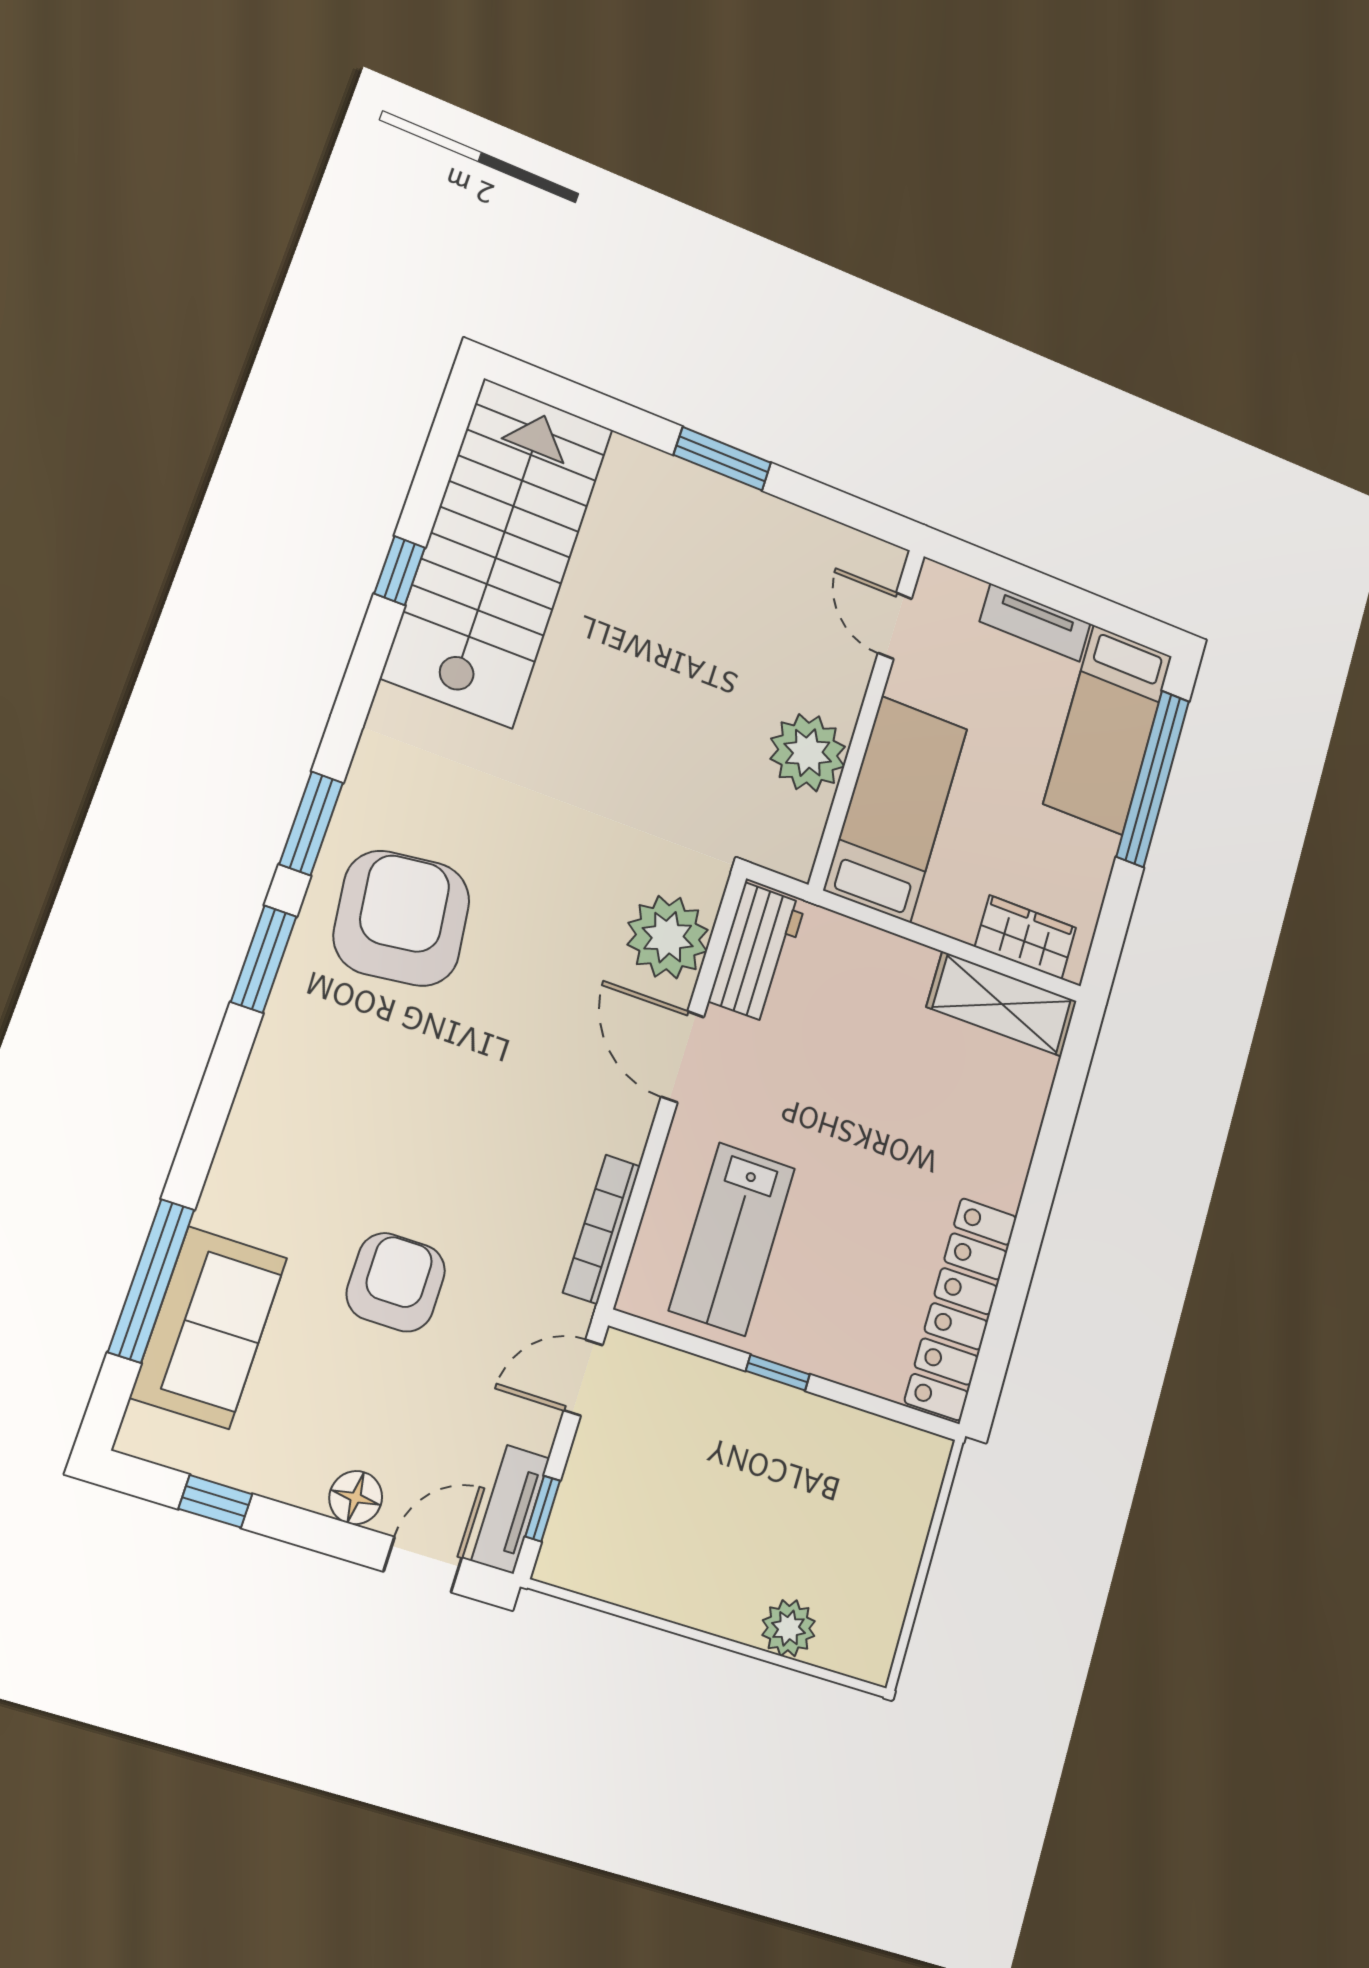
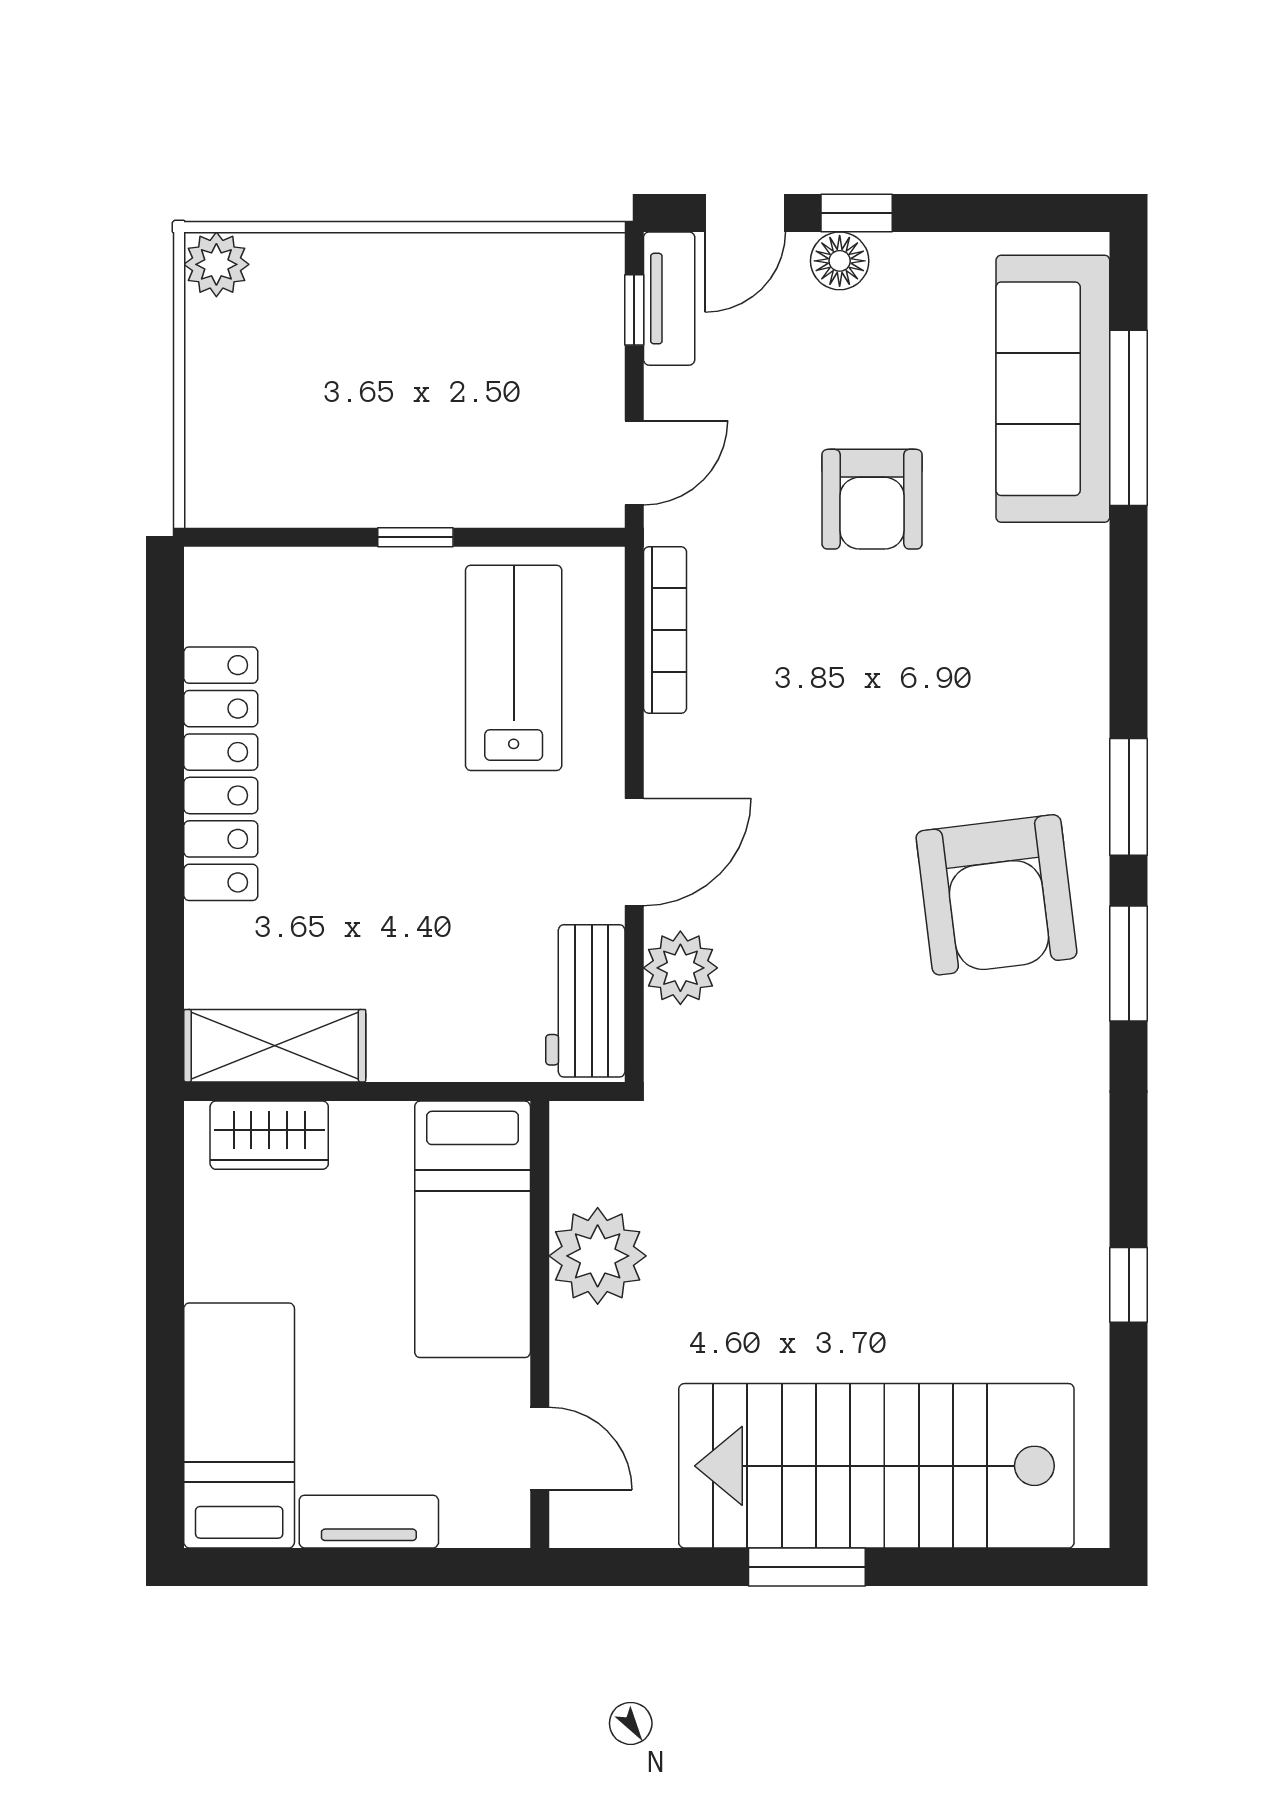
stairs: (498, 552) -> (876, 1466), moved, turned 90
window: (1153, 779) -> (165, 1387), removed
plant: (668, 937) -> (680, 968), width x0.73, depth x0.73
door: (683, 1057) -> (634, 852), hinge flipped
locker: (961, 1309) -> (221, 774), moved
sofa: (209, 1327) -> (1053, 389), width x1.36
window: (215, 1501) -> (857, 213), moved
plant: (789, 1628) -> (216, 264), moved

